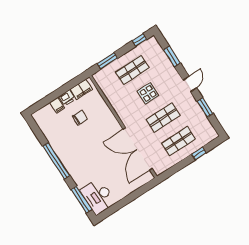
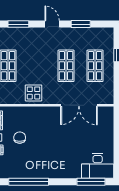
display table: (148, 93) -> (34, 93), moved
double door: (138, 149) -> (79, 105), width x0.73
window: (56, 161) -> (29, 182), moved

